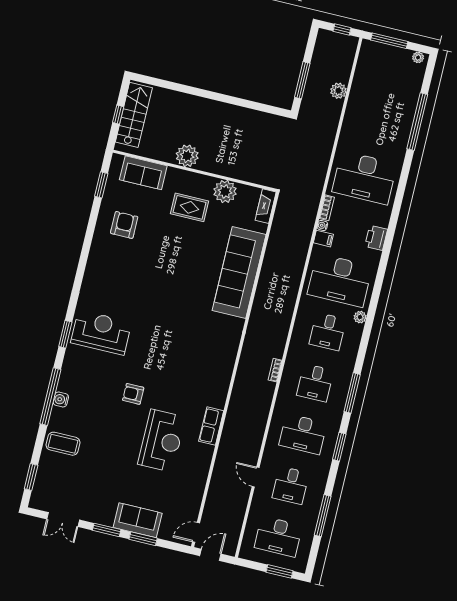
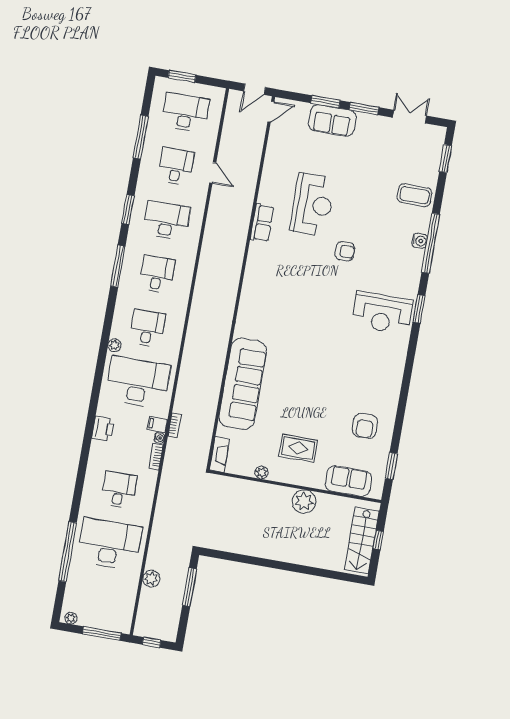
desk: (377, 127) -> (109, 544), added
desk: (364, 178) -> (119, 490), width x0.53, depth x0.77
plant: (225, 192) -> (262, 472), width x0.53, depth x0.53
bookcase: (275, 370) -> (175, 425), moved
reception desk: (162, 441) -> (312, 205), turned 180

